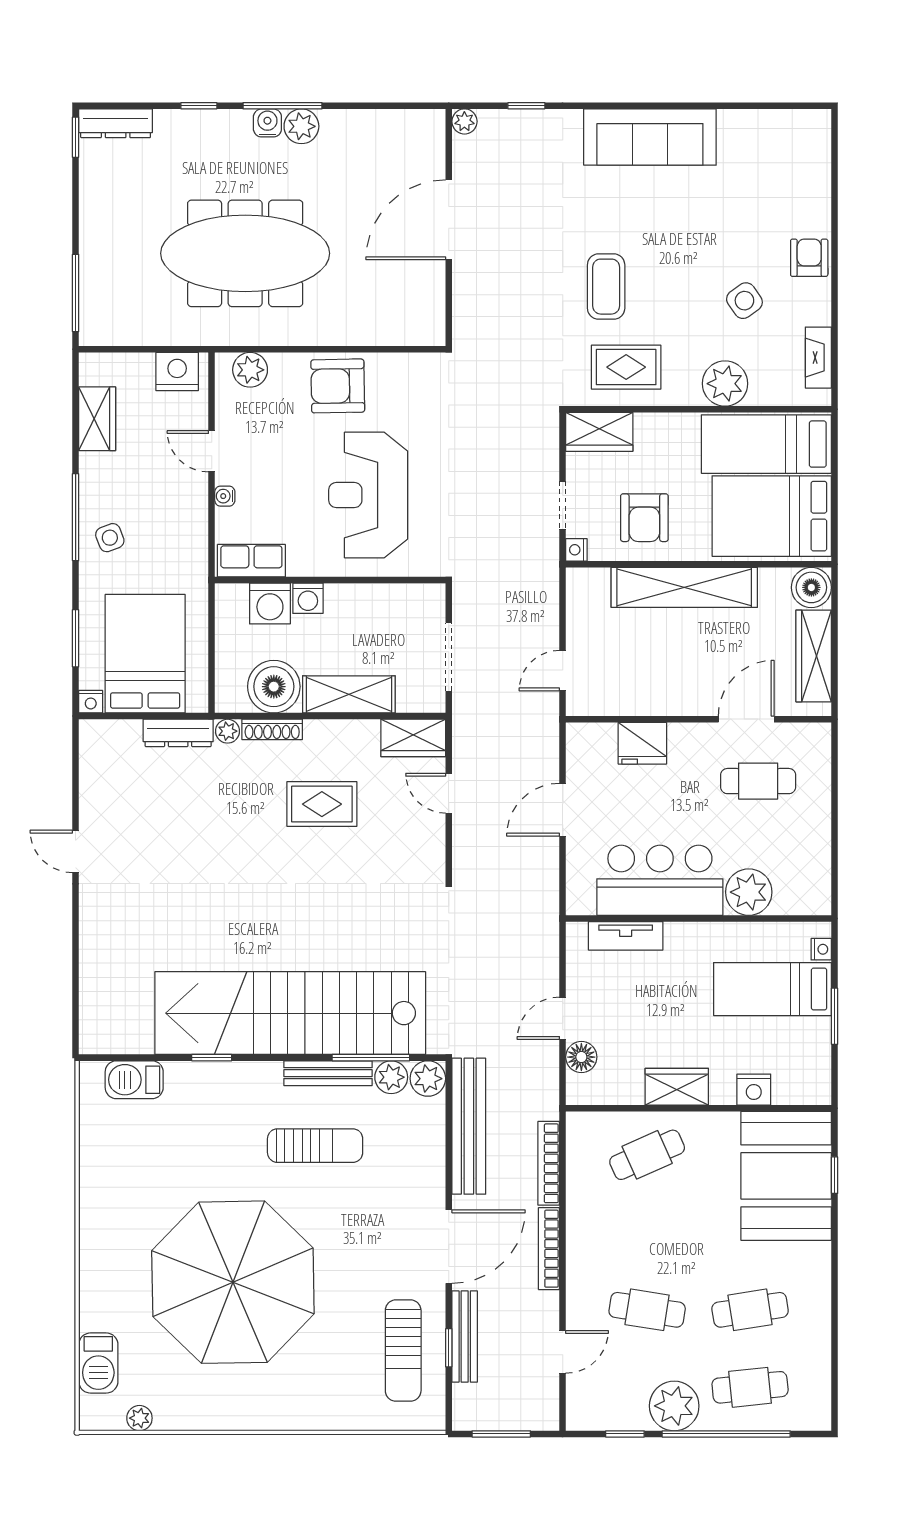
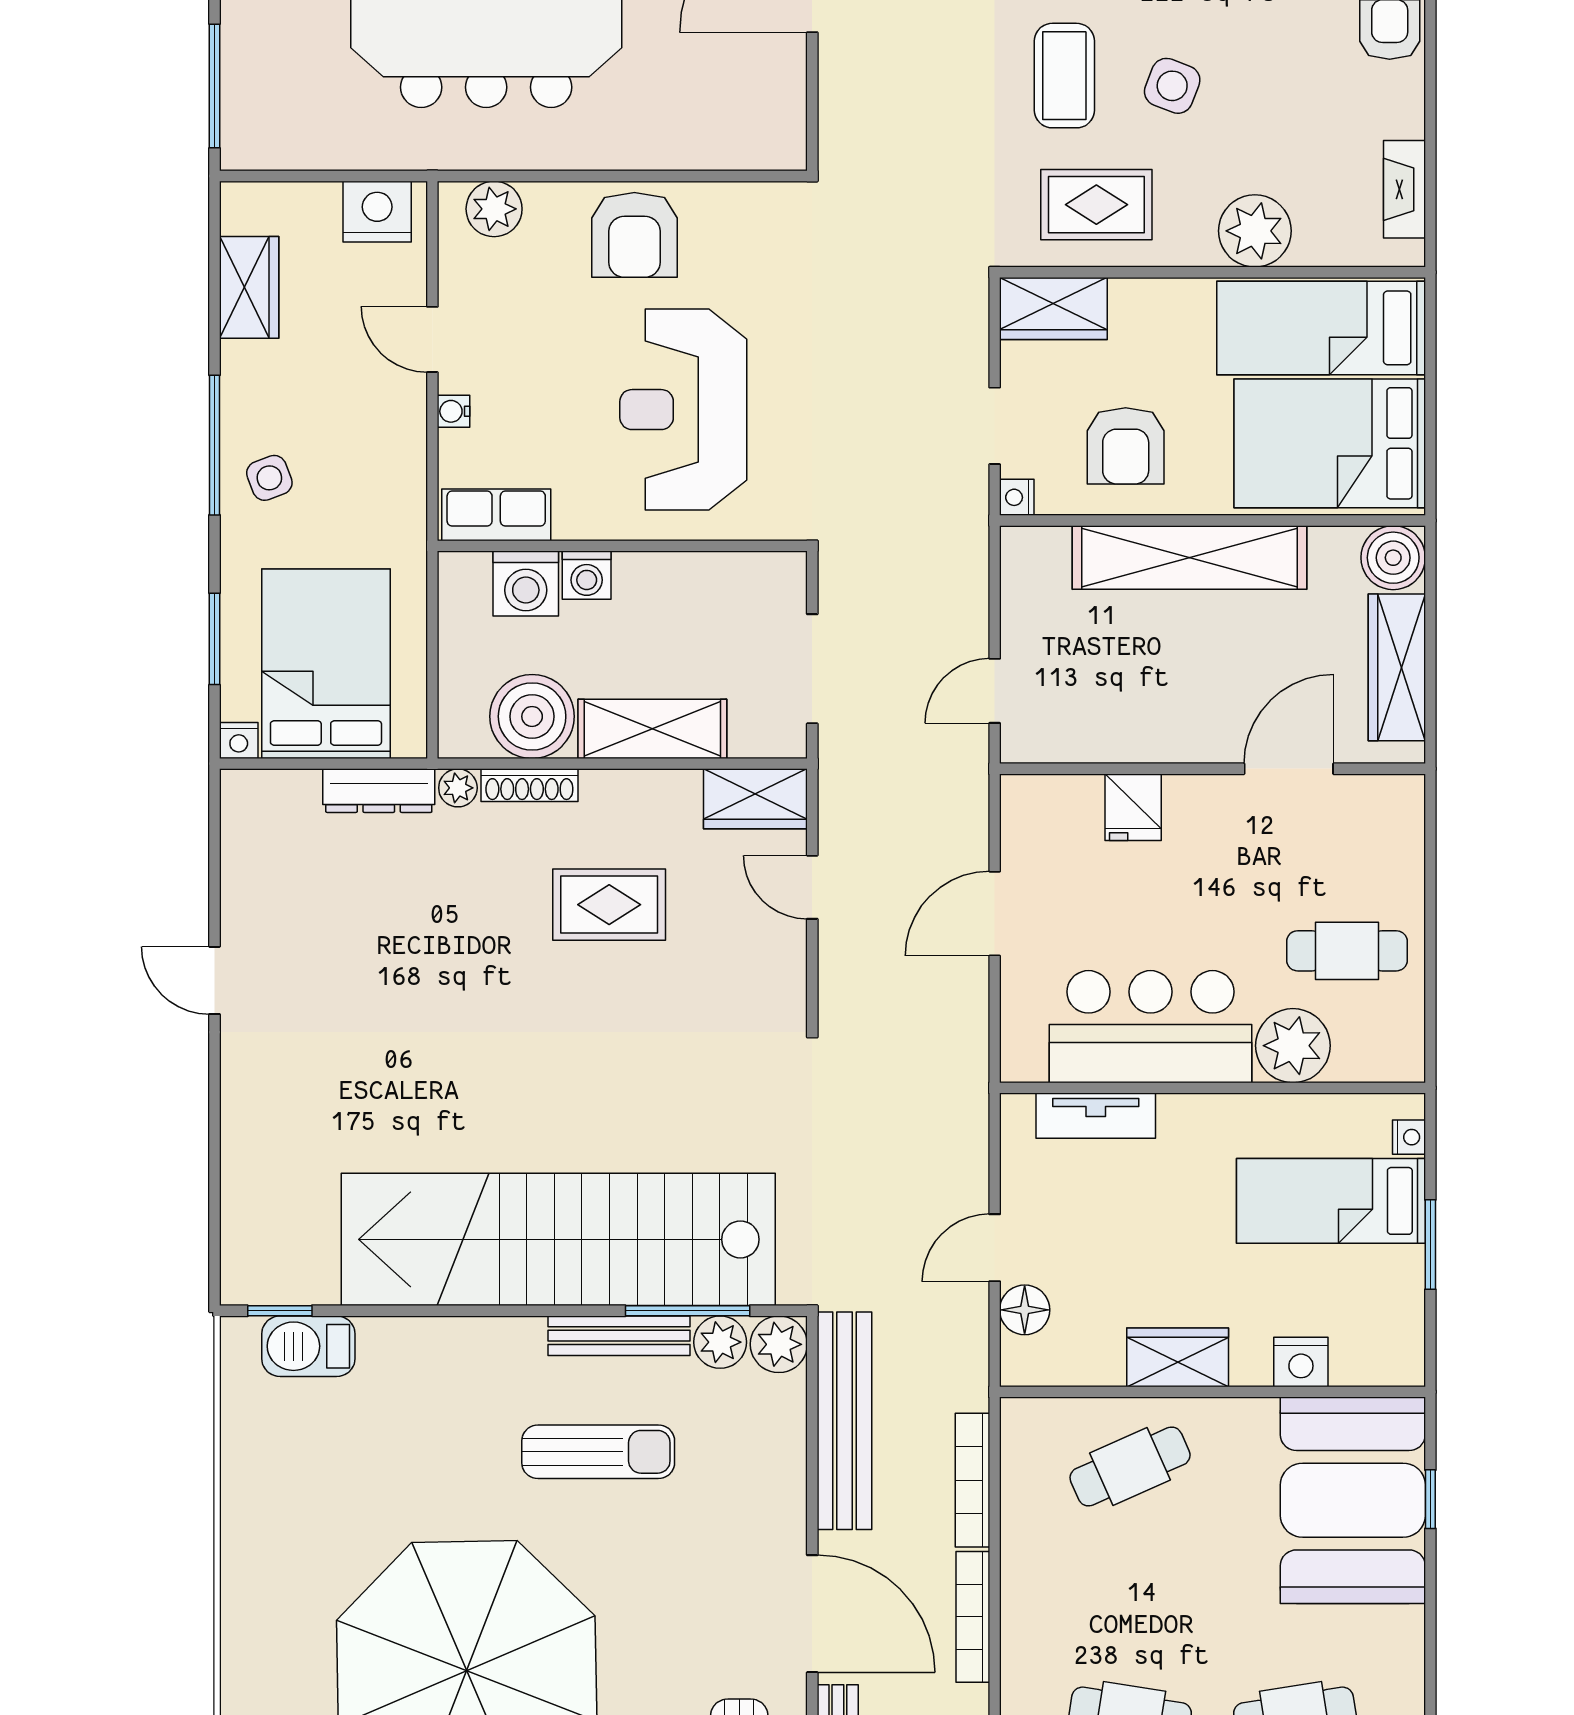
side table: (744, 301) -> (1172, 86), moved, turned -34
armchair: (338, 386) -> (634, 235), turned -89
fridge: (642, 743) -> (1133, 807), width x0.72
cafe table: (758, 781) -> (1347, 951), moved
window: (212, 1058) -> (280, 1311), moved
door: (449, 1247) -> (812, 1614), hinge flipped

